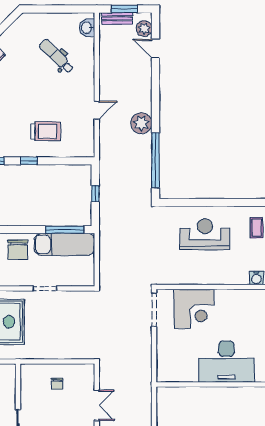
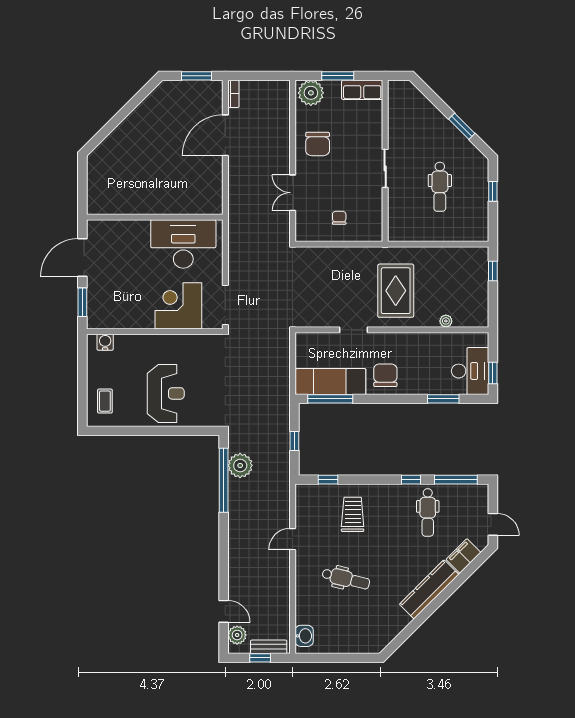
window: (124, 9) -> (260, 658), width x0.67
dental chair: (57, 56) -> (346, 579), moved, turned -31
plant: (141, 123) -> (240, 465), moved
trolley: (46, 131) -> (353, 514), turned 90
window: (29, 161) -> (328, 480), moved
reception desk: (205, 234) -> (166, 393), turned -90
desk: (226, 362) -> (183, 244), moved

